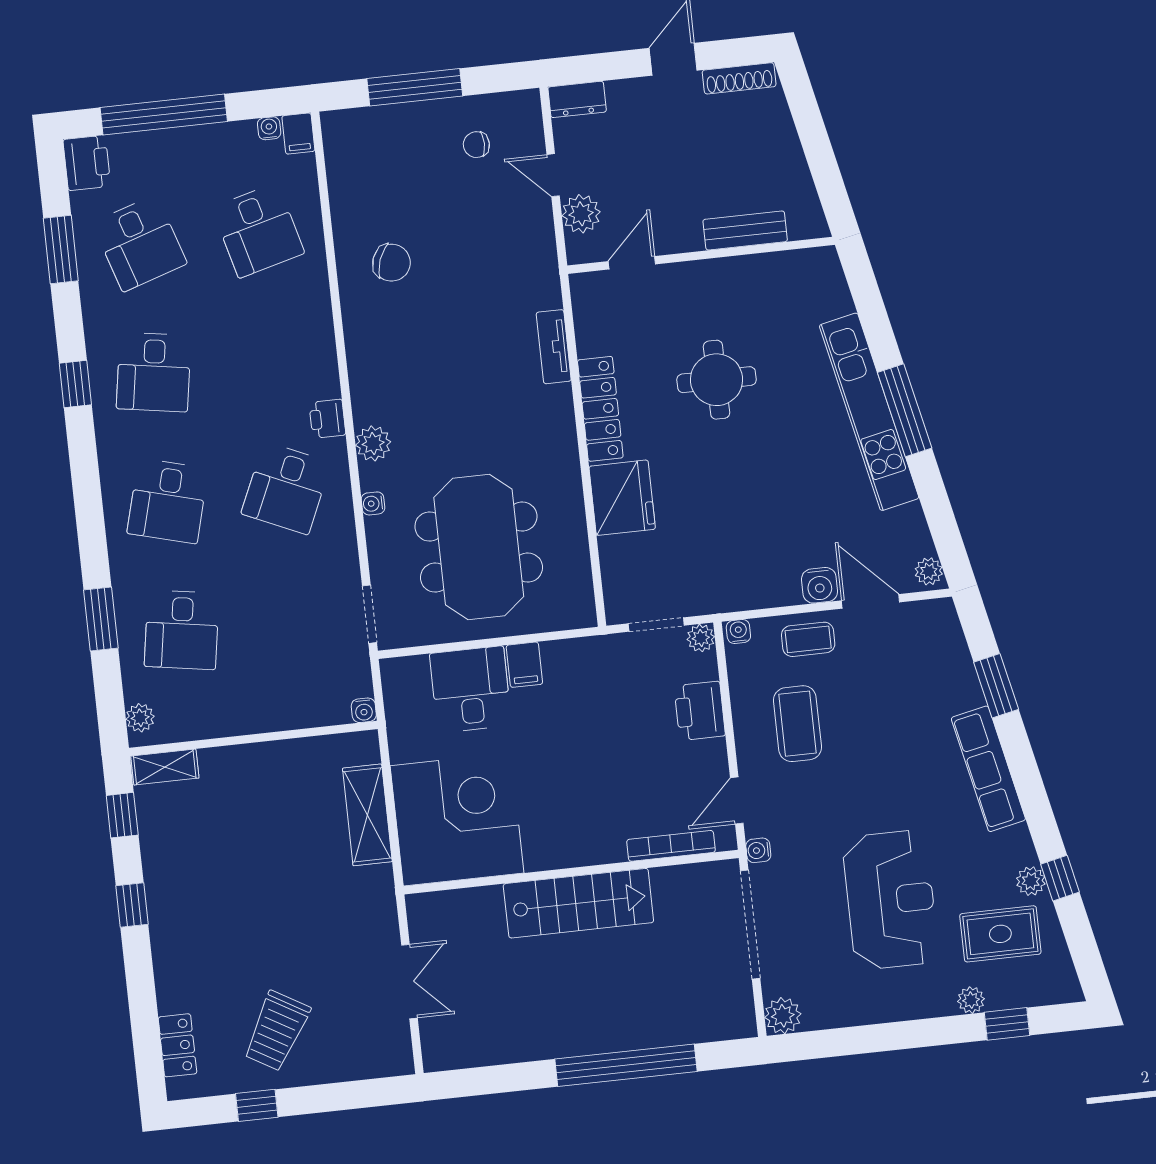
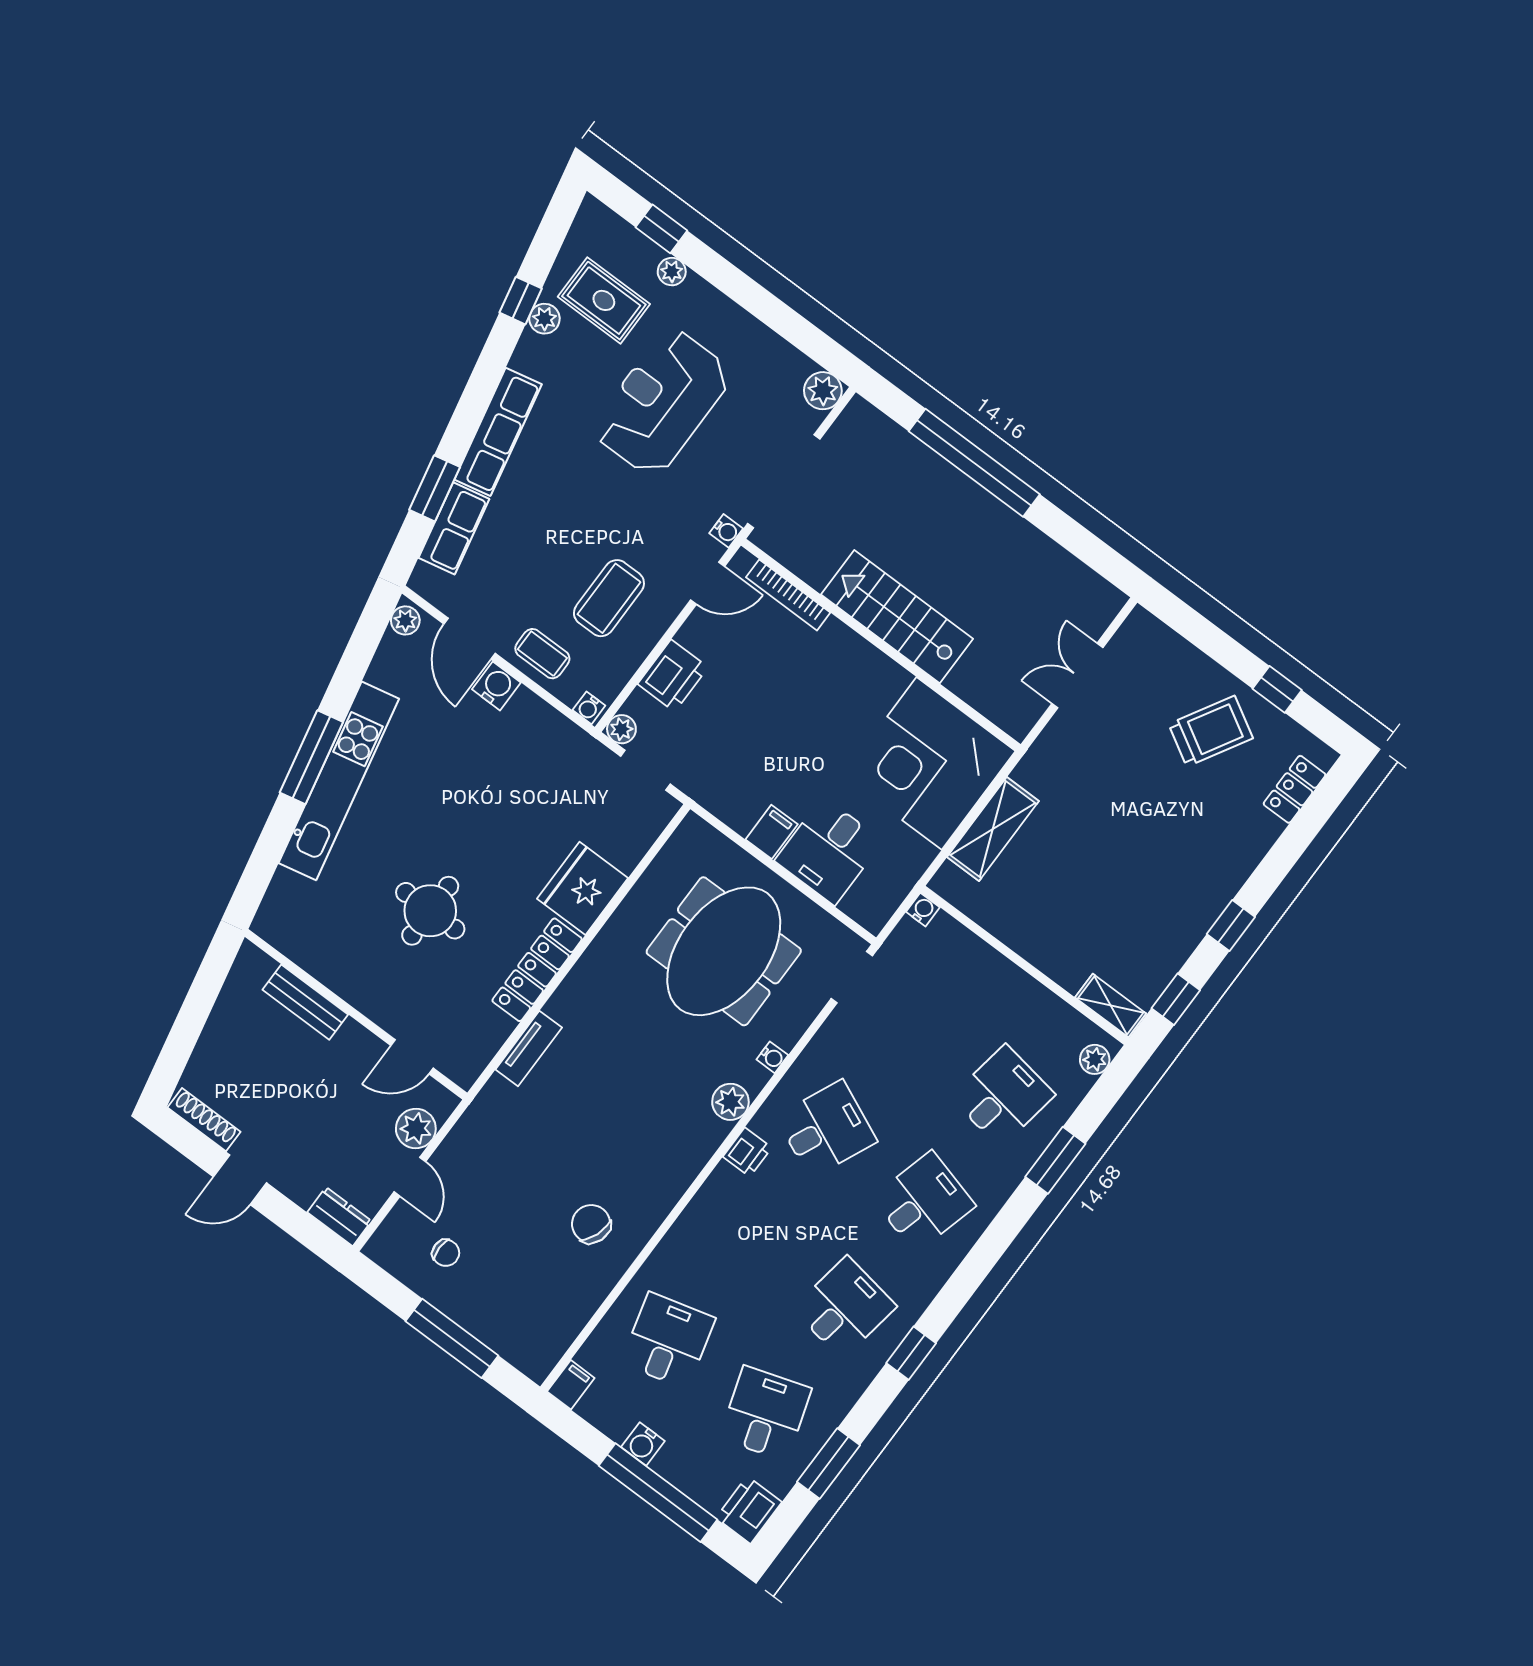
water cooler: (269, 128) -> (643, 1444), moved, width x1.38, depth x1.38
row of seats: (956, 670) -> (454, 528), added

